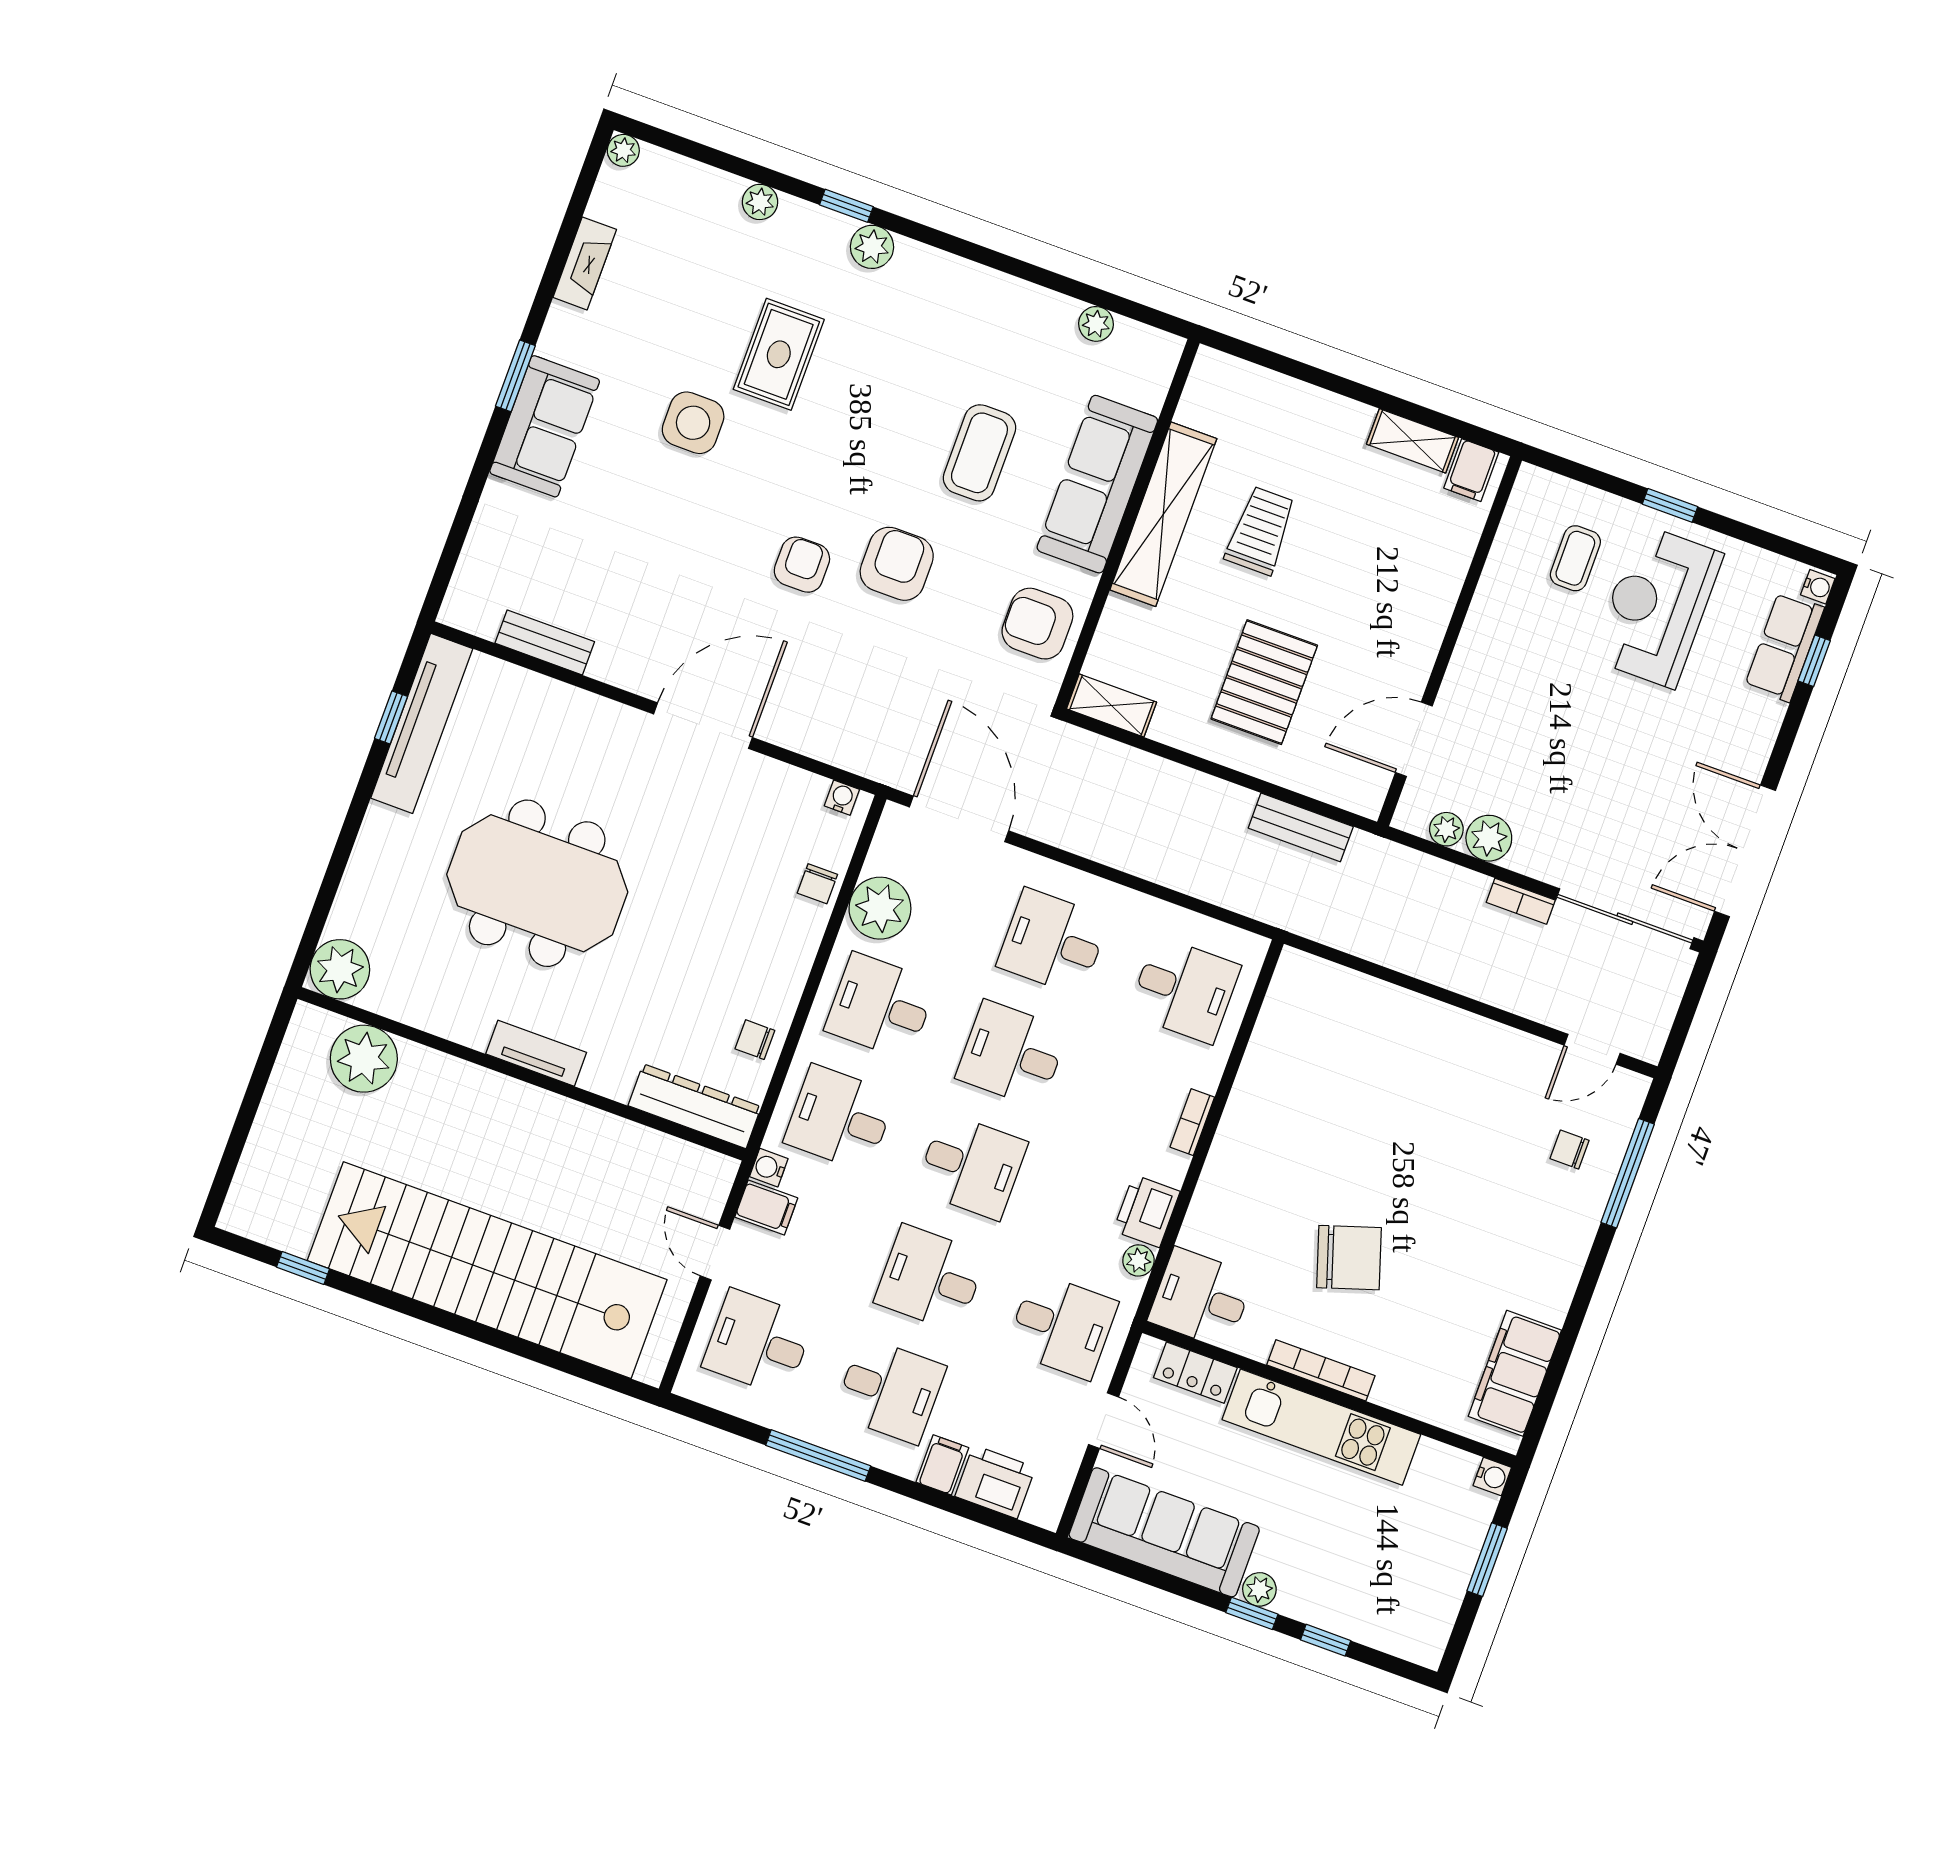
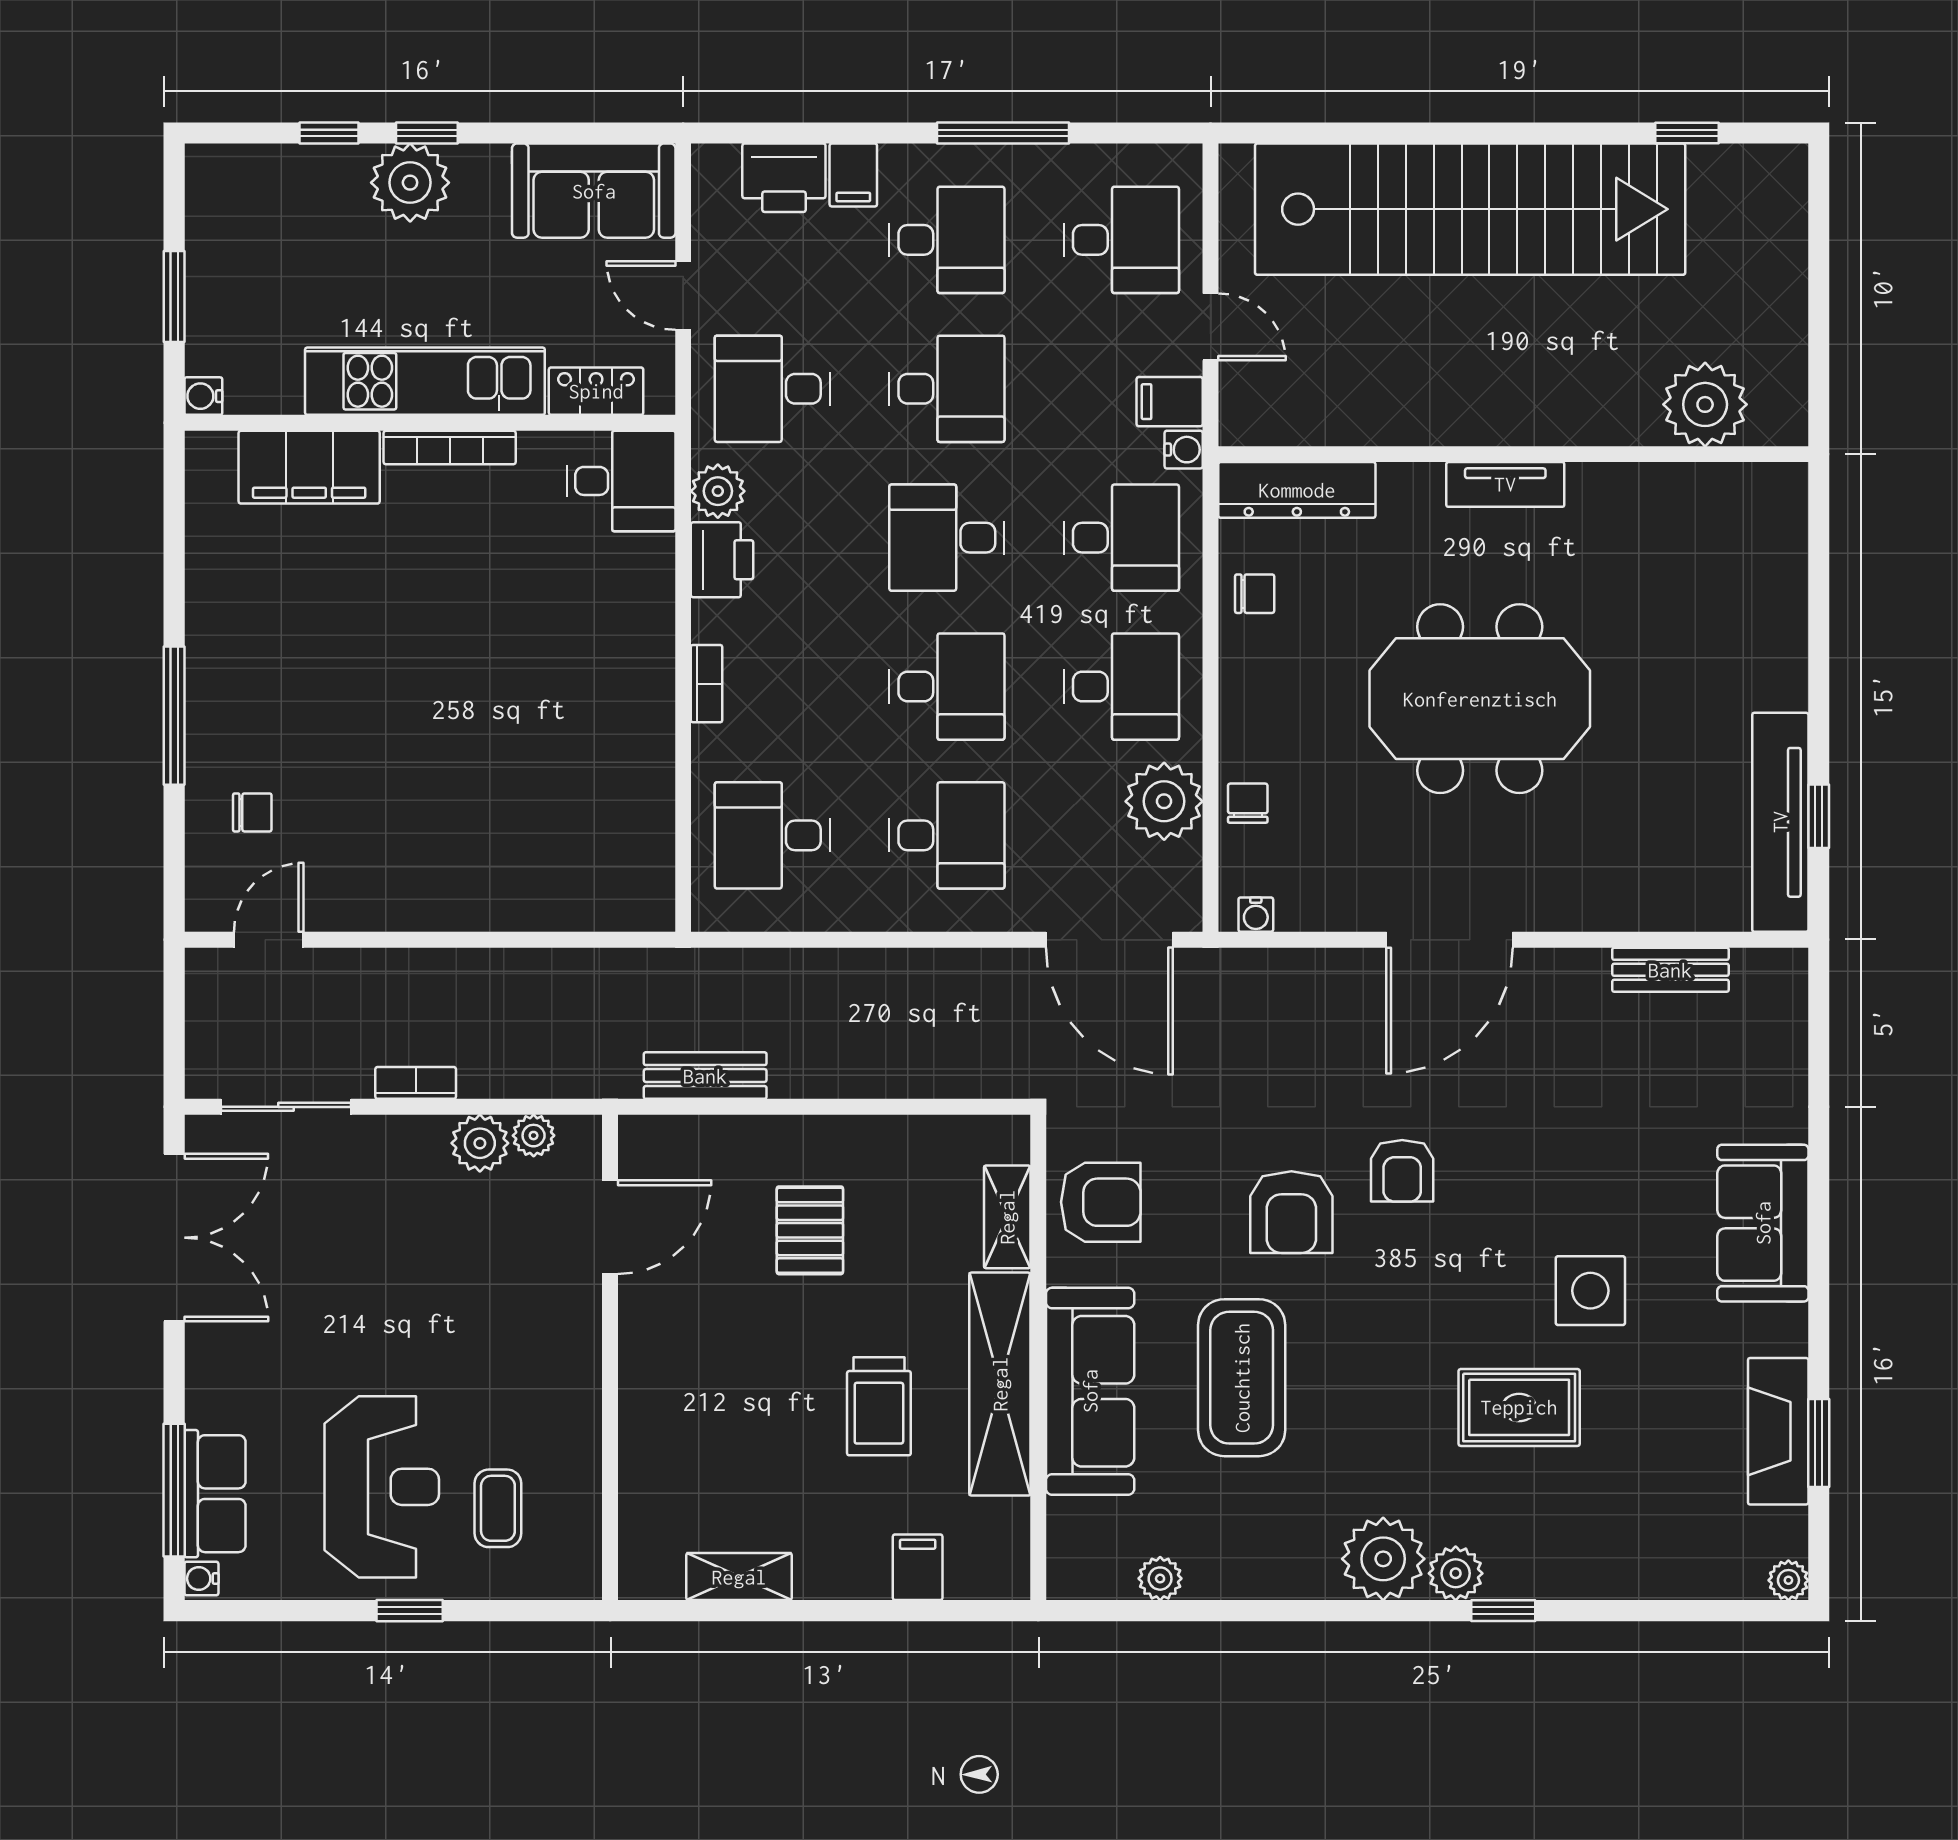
plant: (760, 202) -> (1383, 1559), moved, width x1.87, depth x1.87
fireplace: (585, 263) -> (1778, 1431), width x1.37, depth x1.32
rug: (779, 354) -> (1519, 1407), turned 90
window: (515, 376) -> (1819, 1443), moved
coffee table: (979, 453) -> (1242, 1378), width x1.36, depth x1.32
filing cabinet: (1471, 470) -> (918, 1567), moved
window: (1814, 661) -> (174, 1490), width x2.17
pallet: (1264, 682) -> (810, 1230), width x0.67, depth x0.71
shelving: (1112, 705) -> (1007, 1217), moved, turned 90
meeting table: (537, 883) -> (1480, 699), moved
sliding door: (1625, 919) -> (286, 1107), width x0.73
plant: (340, 969) -> (1771, 499), removed
window: (1628, 1173) -> (174, 716), moved
chair: (1349, 1258) -> (465, 592), removed
plant: (1138, 1260) -> (718, 491), width x1.38, depth x1.38
filing cabinet: (1515, 1373) -> (309, 467), moved, turned 90
desk: (890, 1390) -> (947, 240), turned 180
sofa: (1164, 1532) -> (594, 191), width x0.73
plant: (1259, 1589) -> (410, 183), width x1.88, depth x1.88

